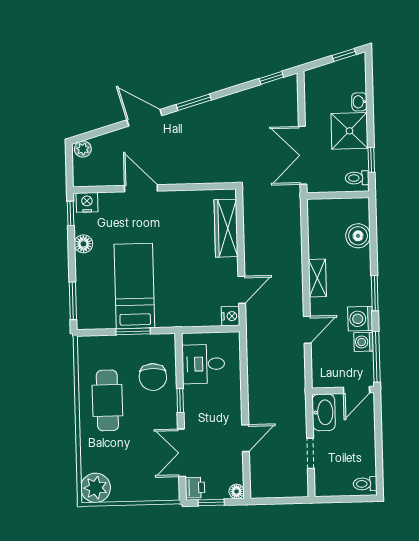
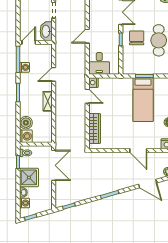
washing machine: (357, 82) -> (24, 203), added
door: (144, 118) -> (148, 184), moved
door: (242, 290) -> (87, 96), swing flipped
washing machine: (360, 319) -> (26, 136), moved
desk: (203, 364) -> (99, 63), moved, turned 90
chair: (153, 377) -> (137, 38), moved
door: (246, 438) -> (87, 36), moved

